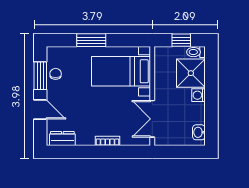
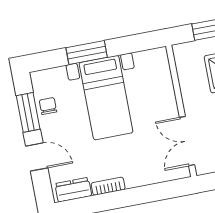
bed with nightstands: (121, 71) -> (106, 98), moved, turned -90
bookcase: (107, 141) -> (108, 186), moved

